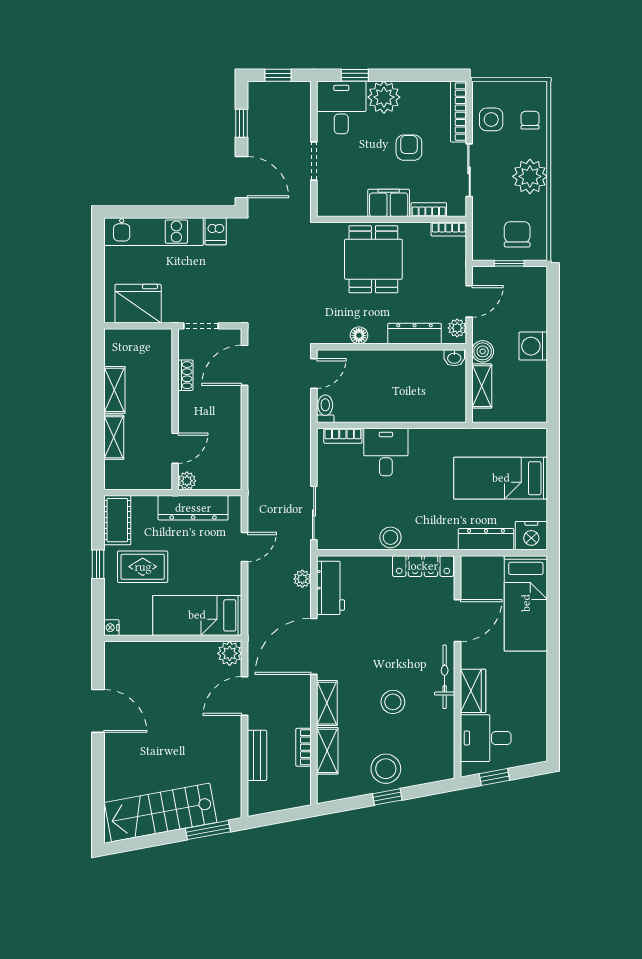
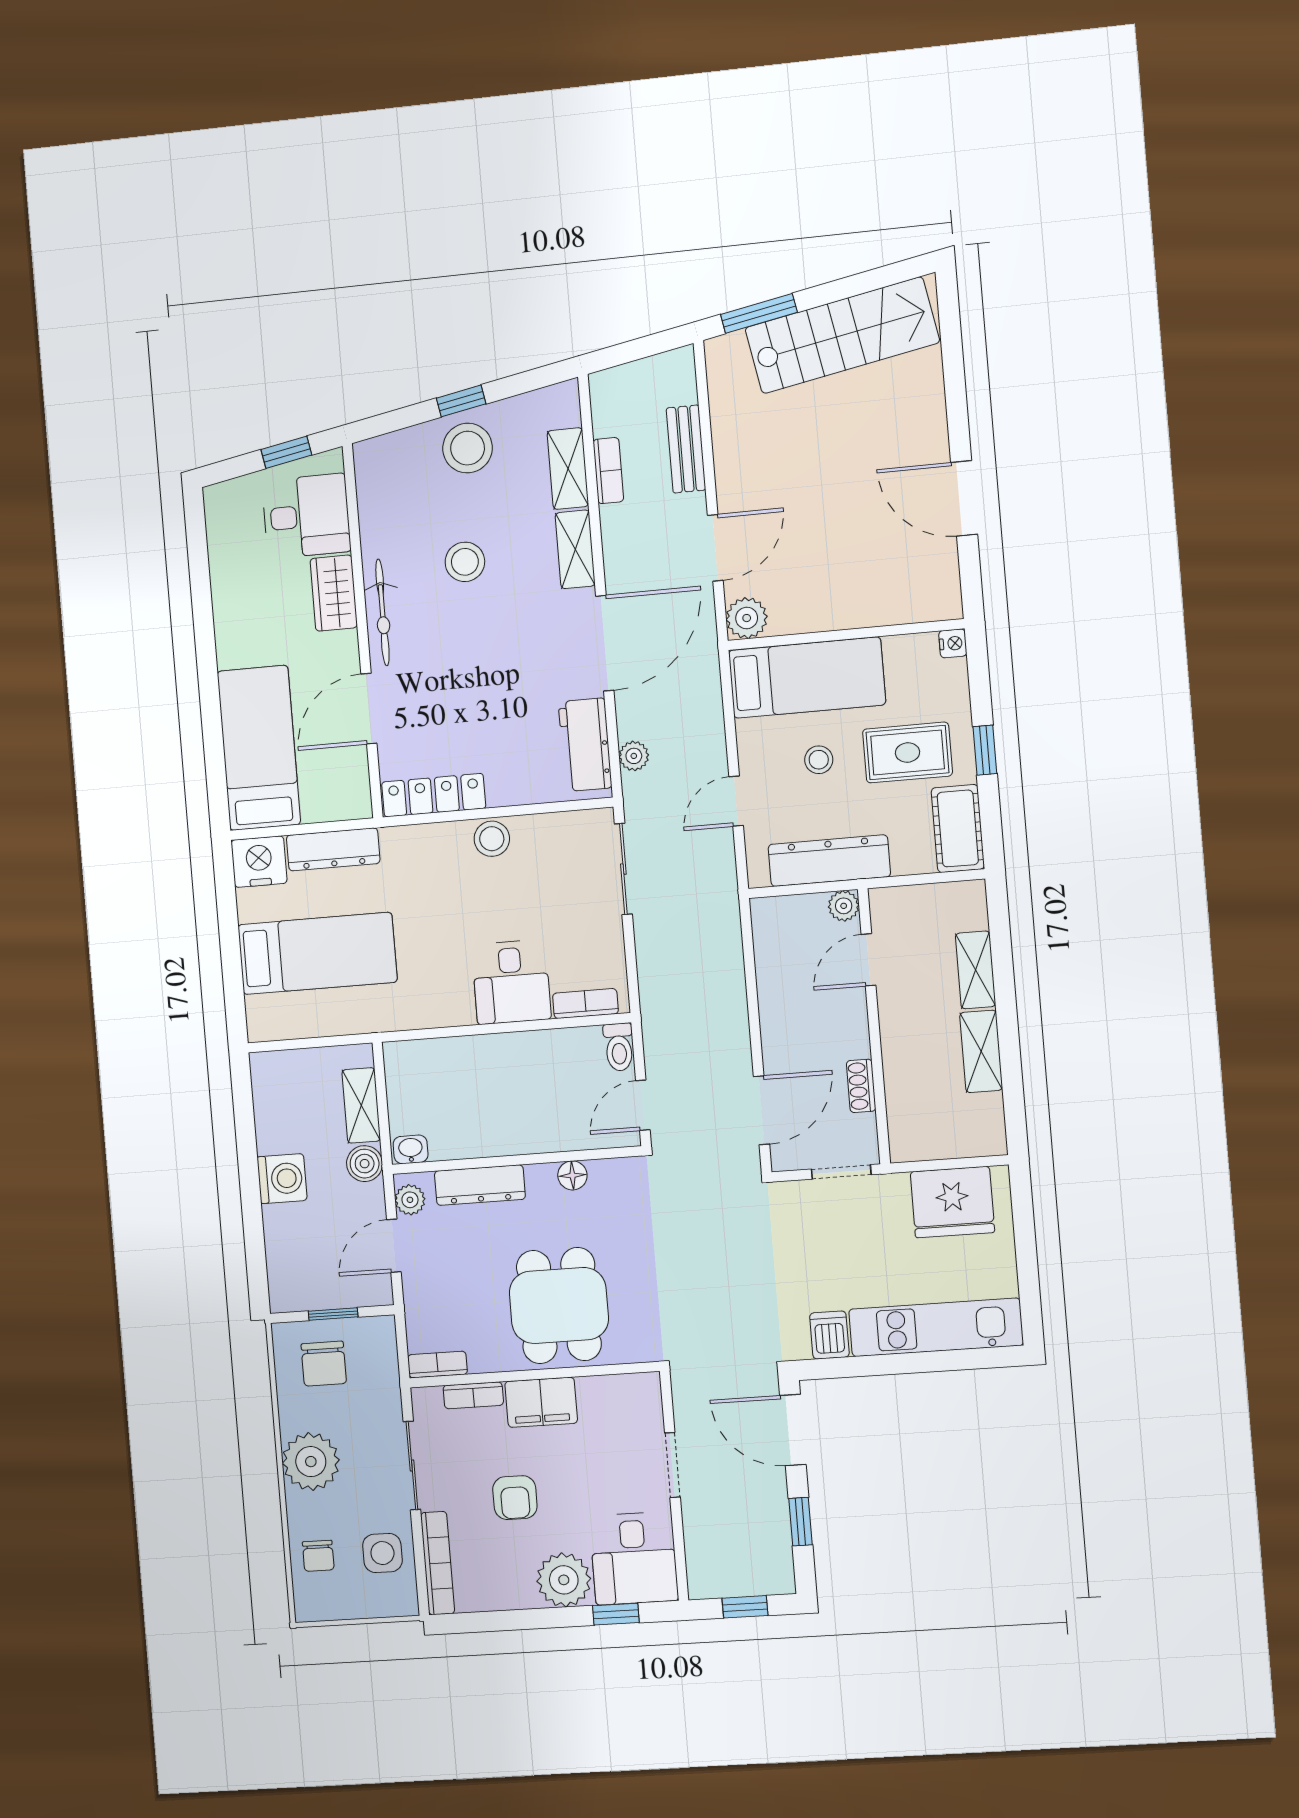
stool: (194, 567) -> (819, 760), added

